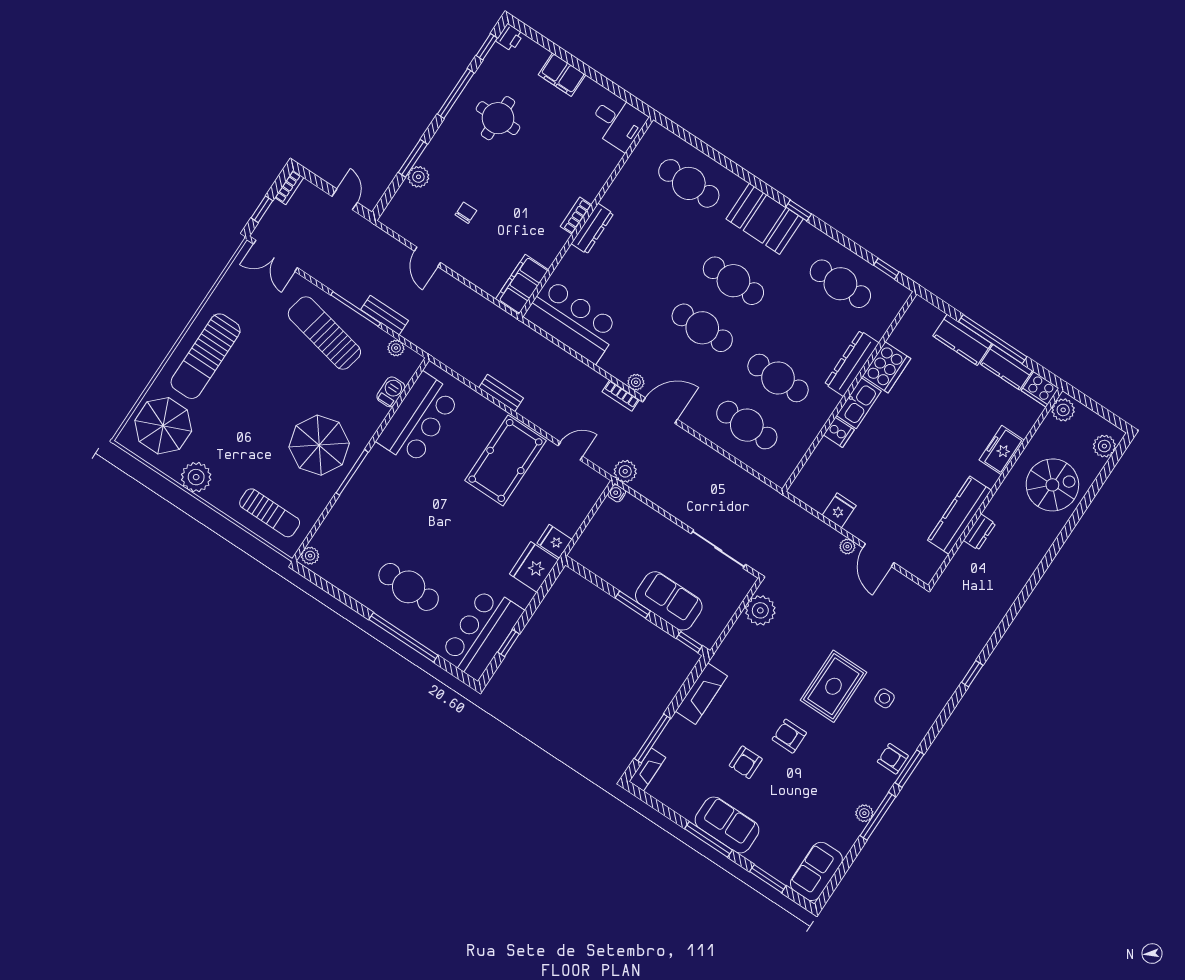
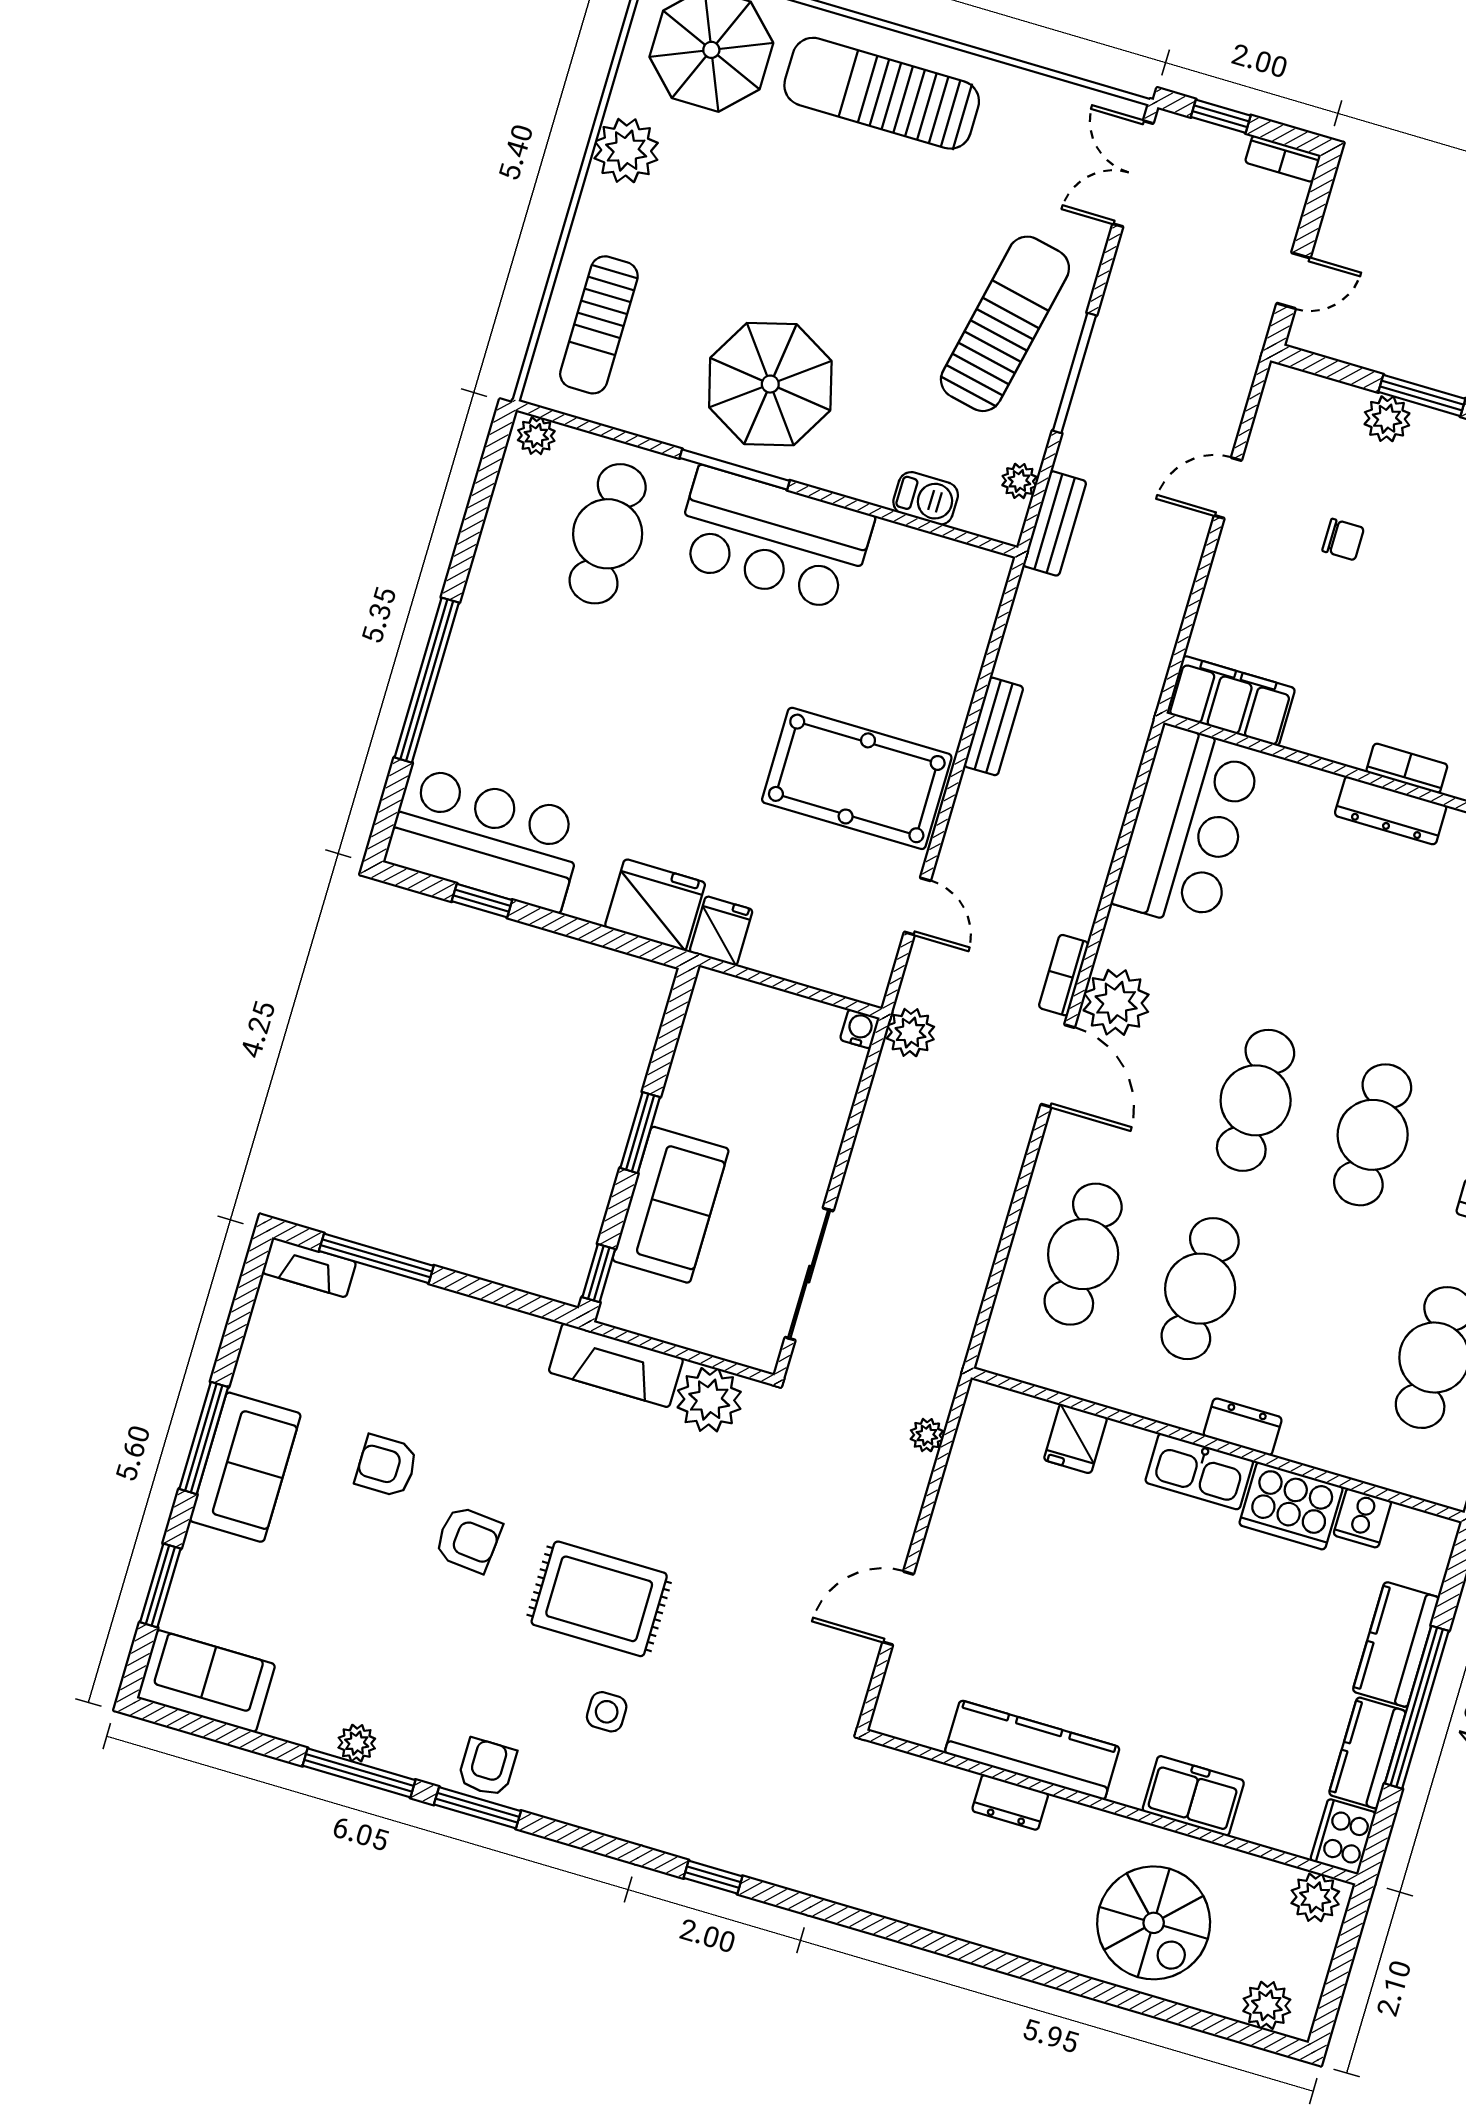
bench: (385, 315) -> (1055, 523), moved
dresser: (852, 363) -> (1243, 1427), width x0.51, depth x0.80
plant: (636, 382) -> (1116, 1002), width x1.88, depth x1.88
bar counter: (419, 419) -> (773, 539), moved
cooker: (839, 432) -> (1362, 1518), moved
fridge: (839, 510) -> (1075, 1439), moved, turned 90
plant: (847, 546) -> (927, 1435), moved
cafe table: (409, 587) -> (608, 534), moved
fireplace: (702, 694) -> (616, 1365), moved
armchair: (789, 736) -> (468, 1539), turned 95

